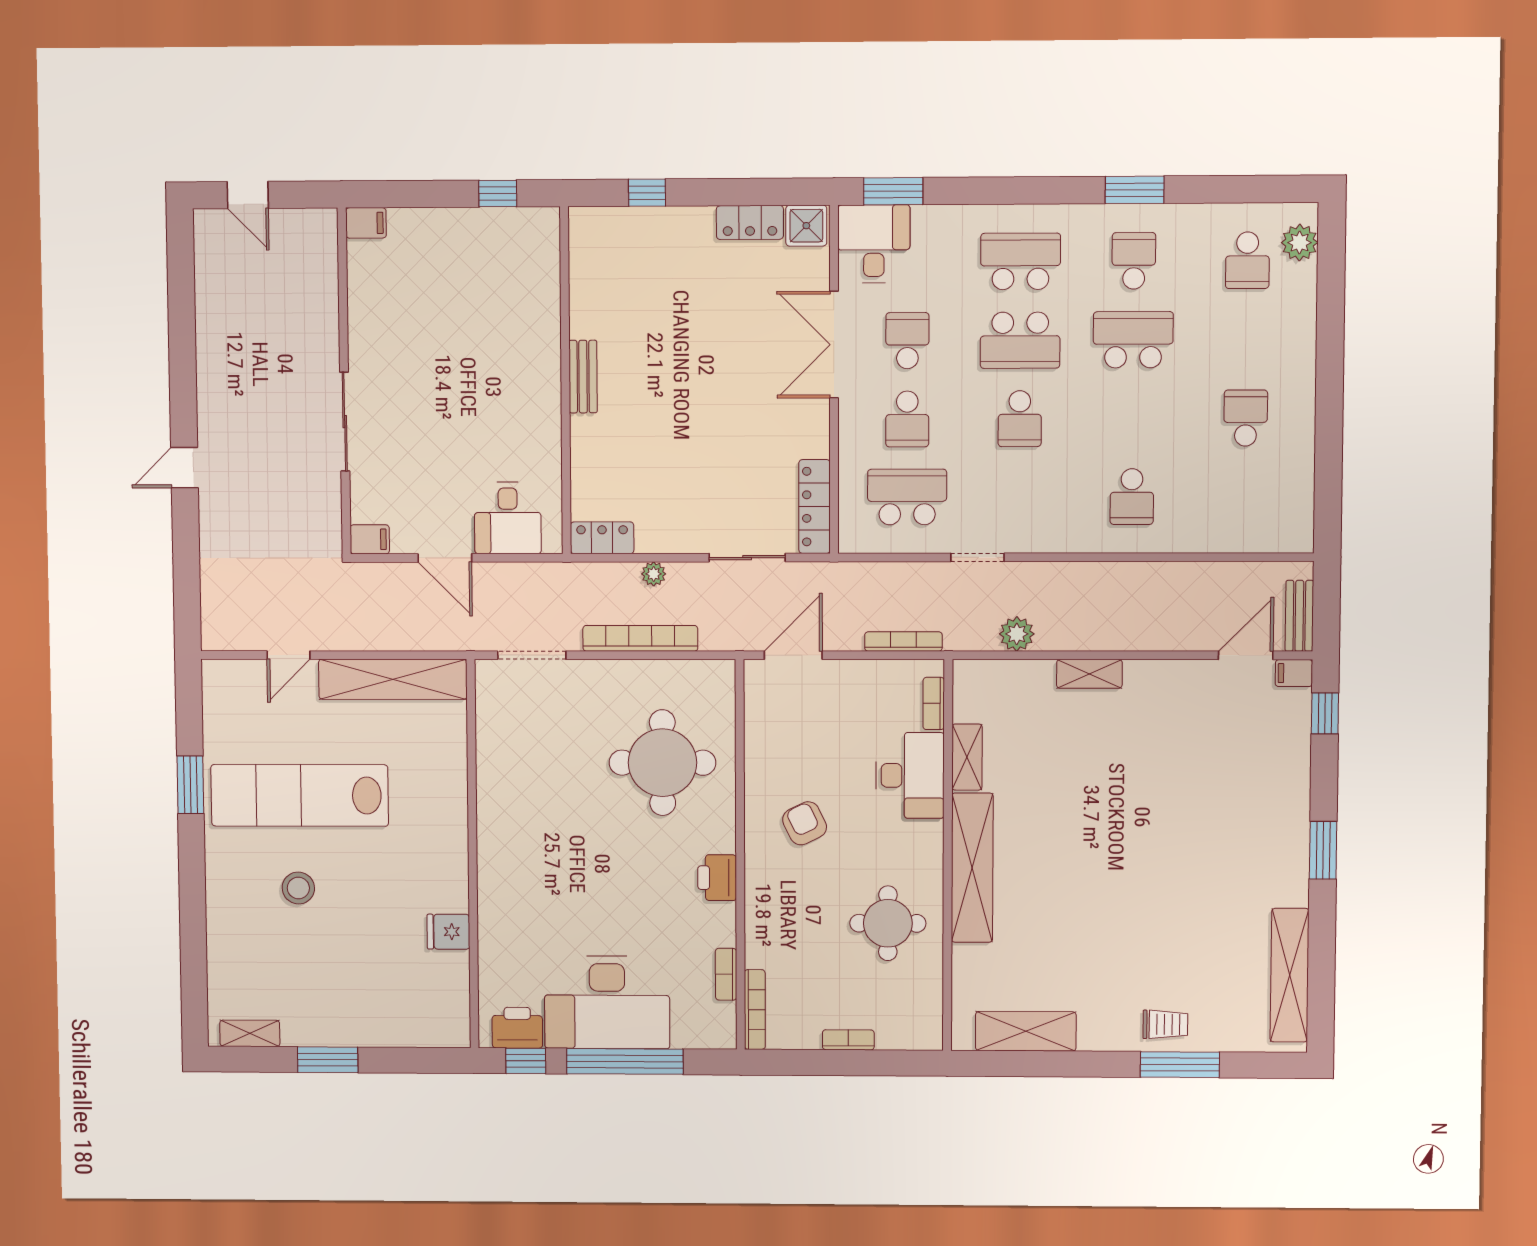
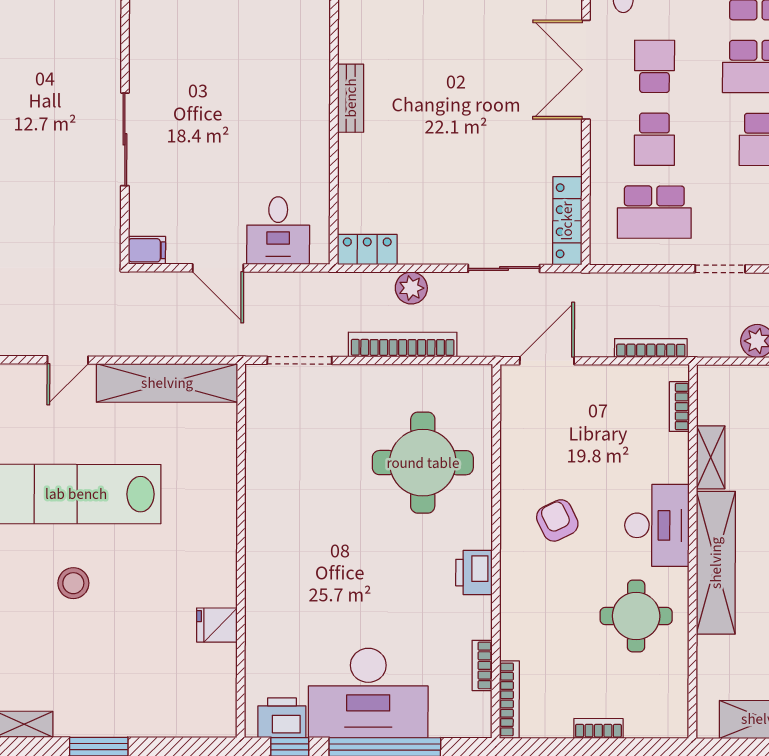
school desk: (907, 497) -> (654, 212), turned 180
plant: (654, 574) -> (411, 288), width x1.38, depth x1.38
desk: (910, 775) -> (657, 525), moved

